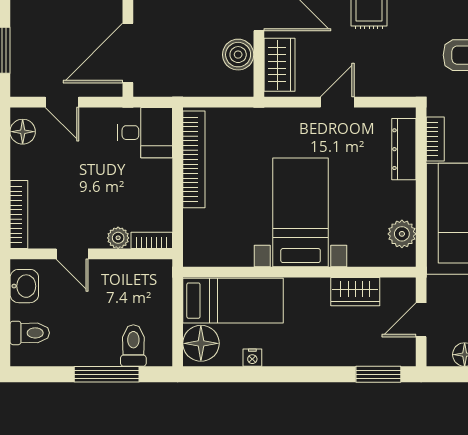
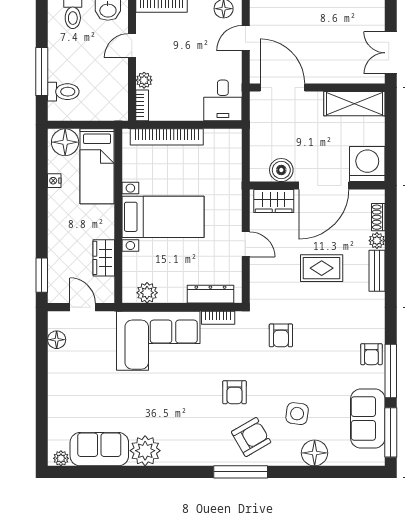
bookcase: (194, 159) -> (167, 137), moved

